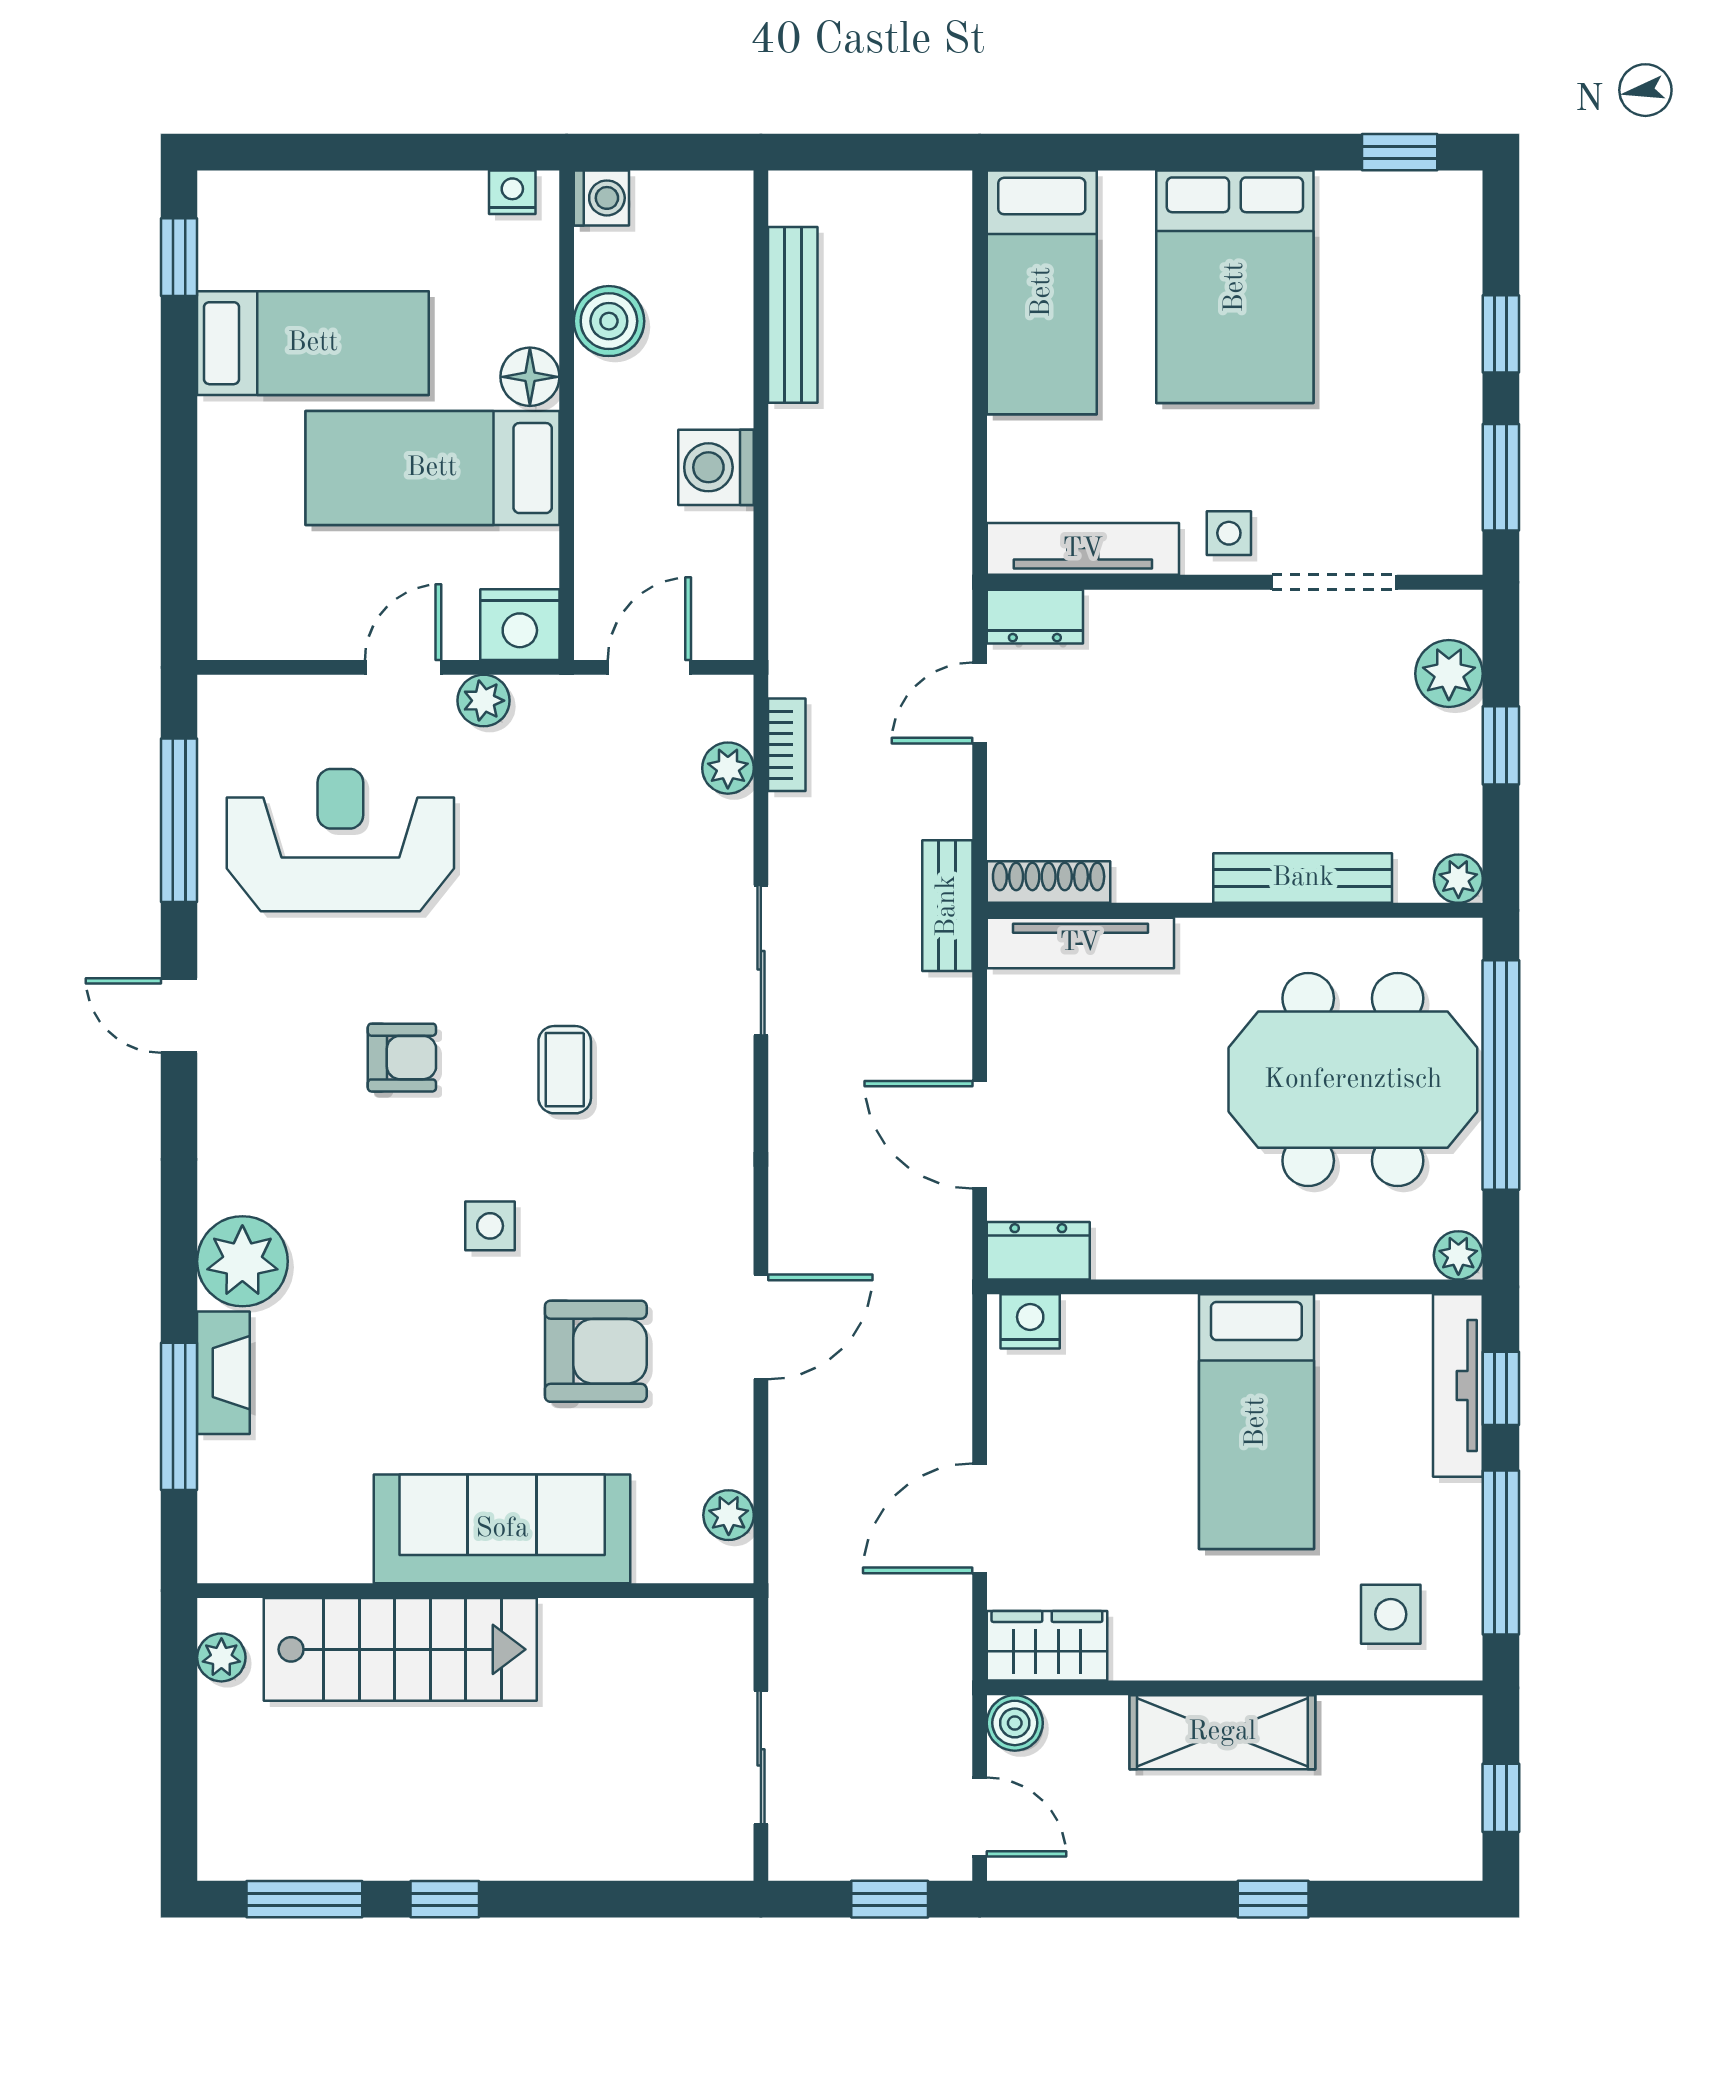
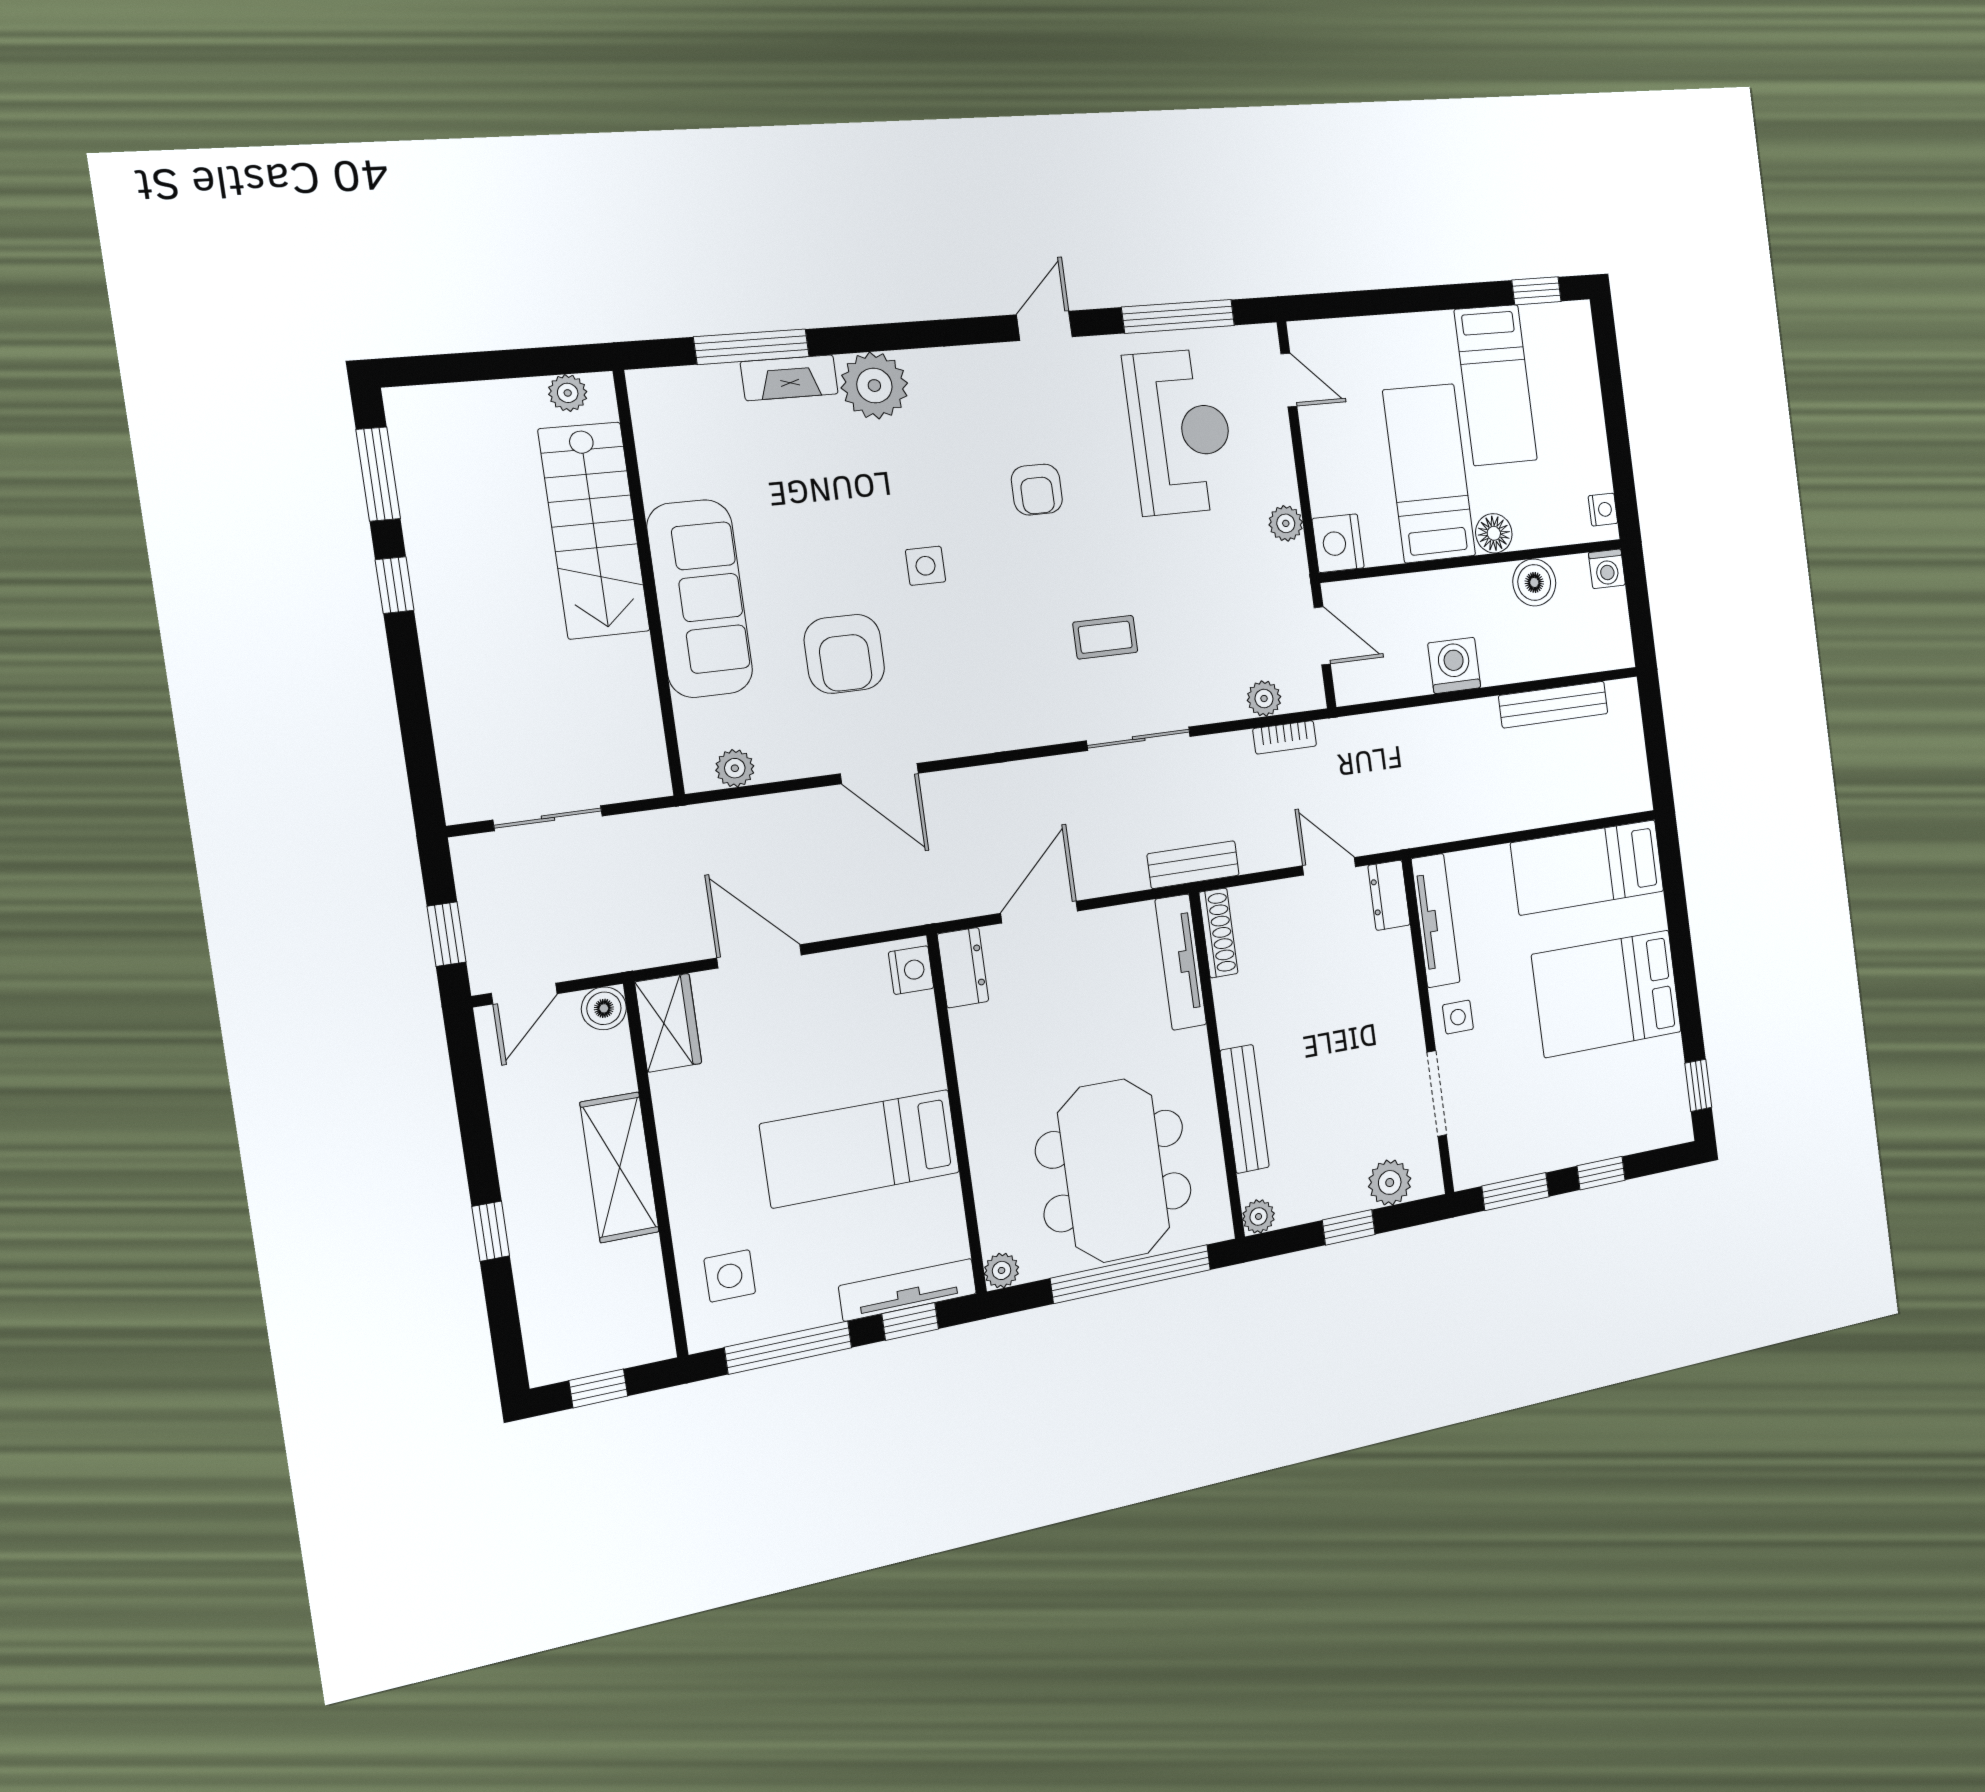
door: (403, 667) -> (1289, 380), moved
coffee table: (565, 1070) -> (1105, 637), moved

